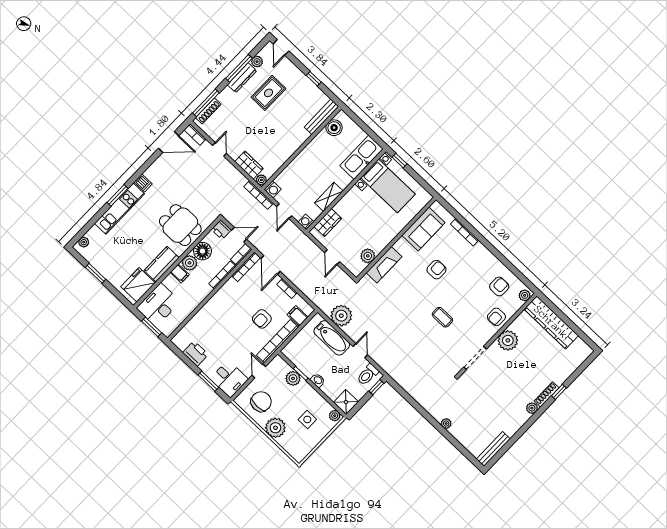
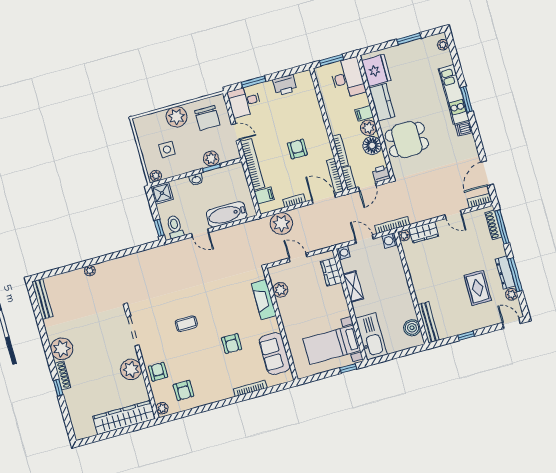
plant: (341, 316) -> (281, 223), moved
armchair: (262, 319) -> (297, 149), moved
plant: (532, 408) -> (62, 349), width x1.87, depth x1.87

